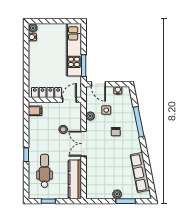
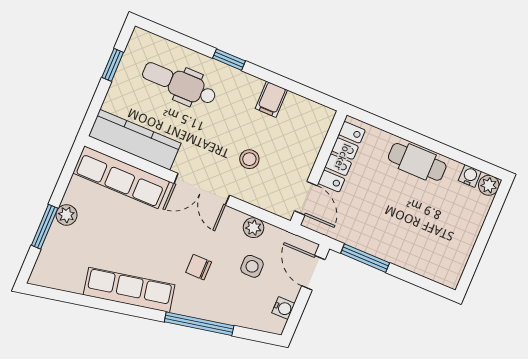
kitchen unit: (74, 50) -> (407, 252), removed
cafe table: (36, 61) -> (417, 162), added
door: (98, 84) -> (313, 273), hinge flipped
filing cabinet: (35, 111) -> (271, 99), moved
double door: (84, 144) -> (202, 189), swing flipped
dental chair: (44, 171) -> (179, 84), turned 180
row of seats: (140, 172) -> (129, 290), moved
row of seats: (92, 178) -> (121, 177), added

